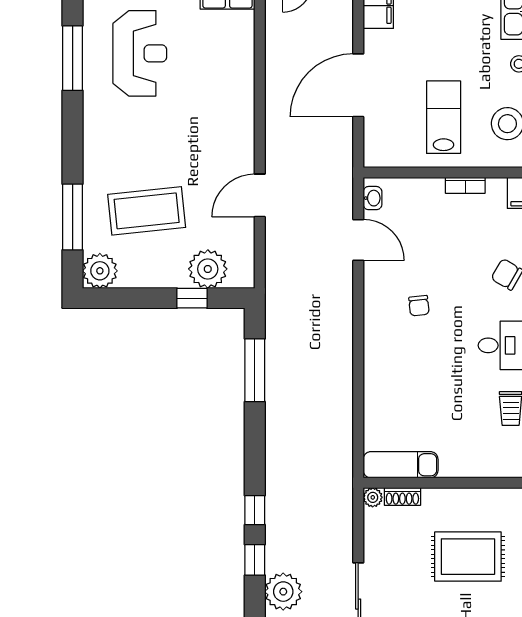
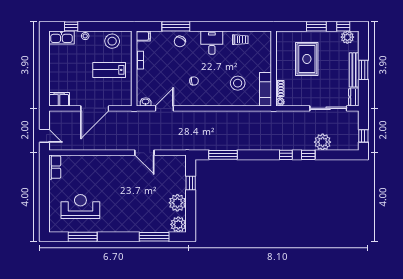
door: (358, 85) -> (95, 108), hinge flipped
coffee table: (147, 211) -> (151, 203), removed
plant: (208, 269) -> (177, 203), moved
stool: (414, 403) -> (238, 83), added

